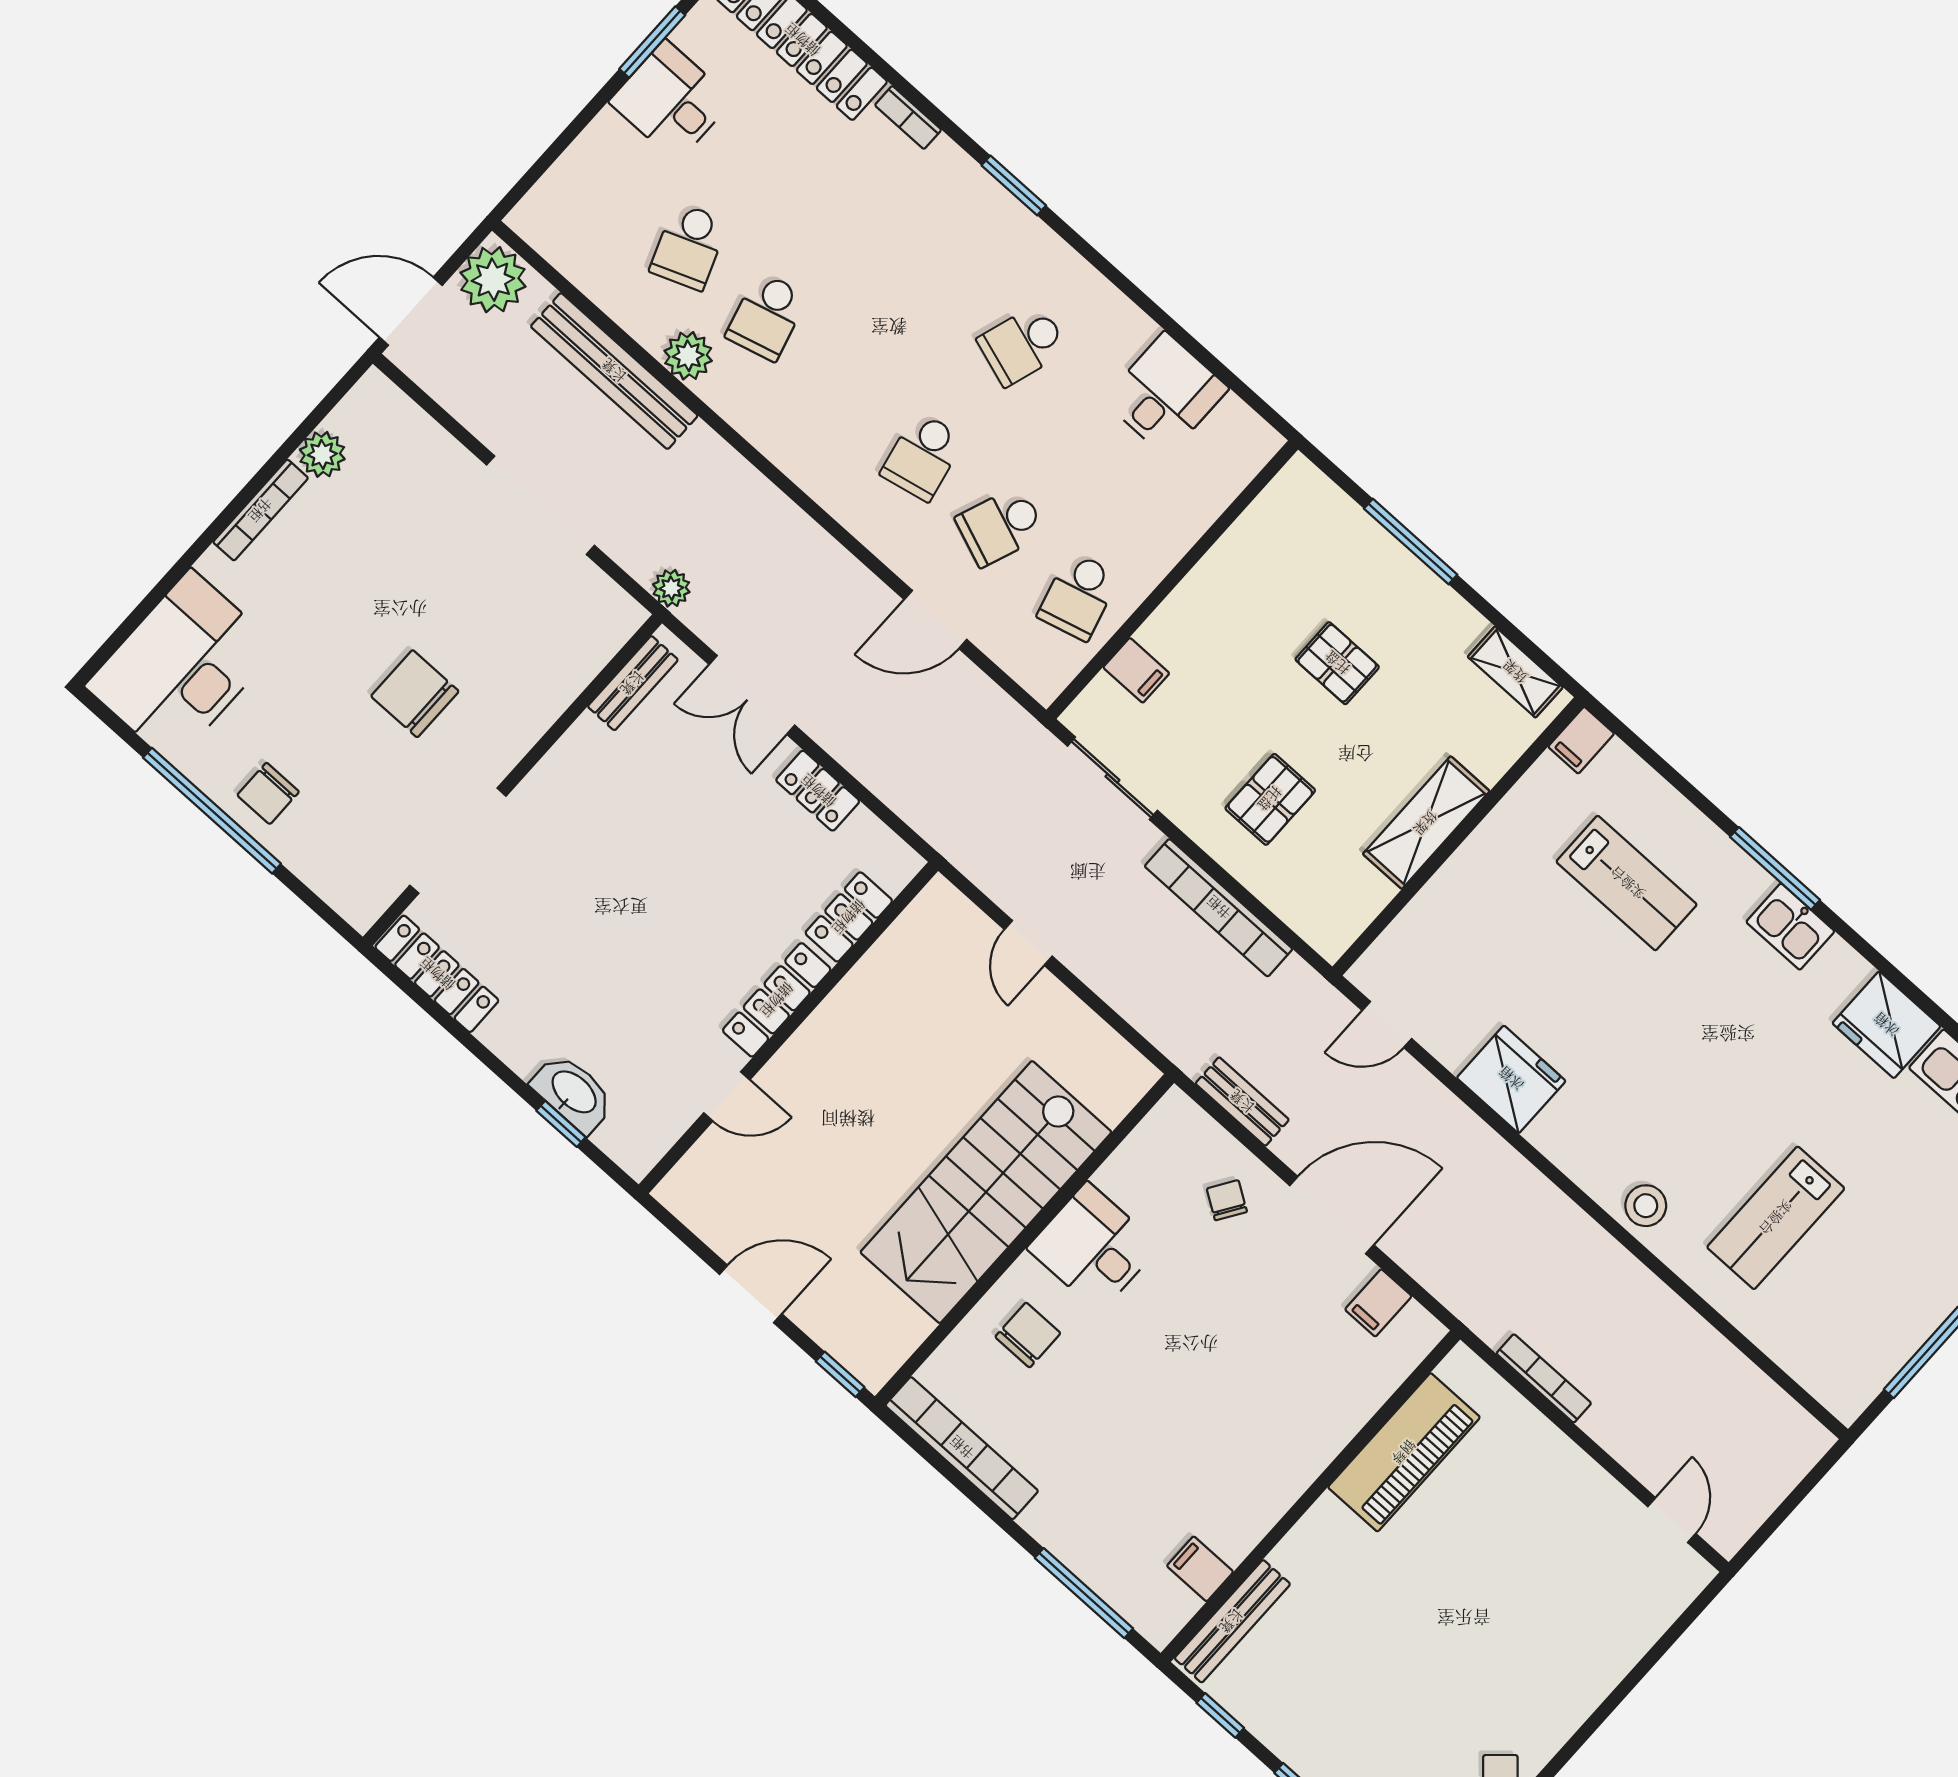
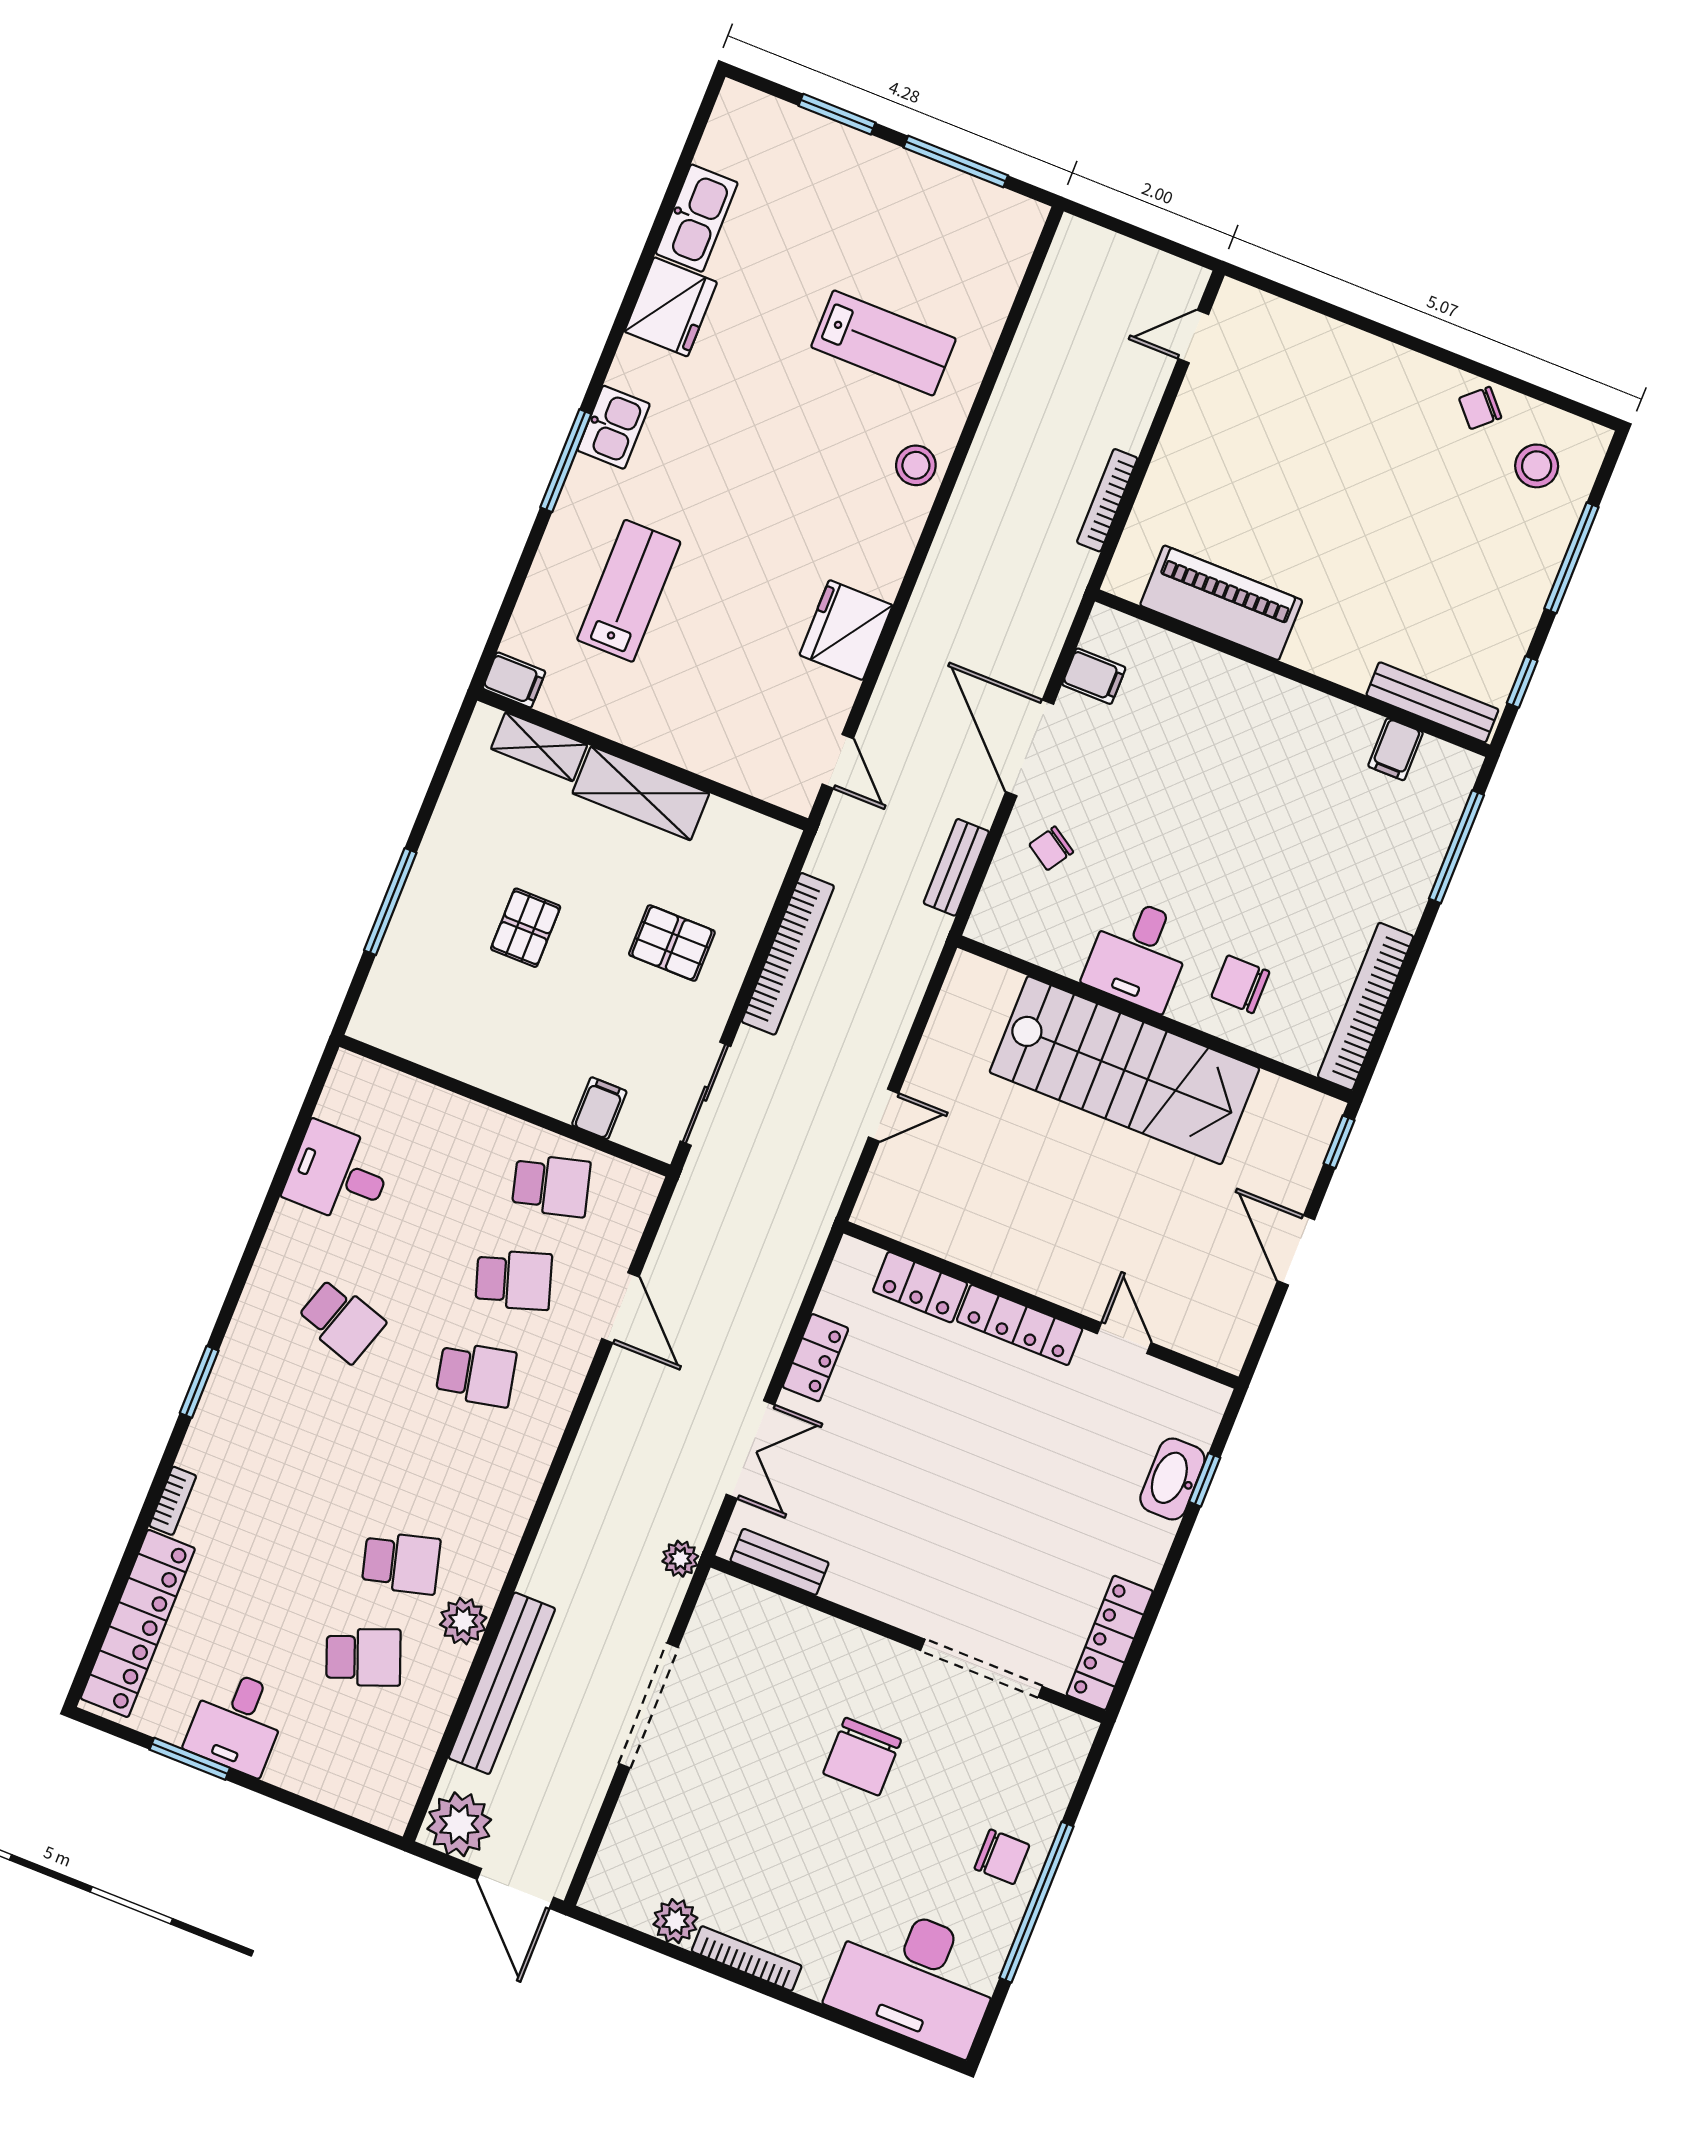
school desk: (1001, 526) -> (514, 1280), turned -39
shelving: (1515, 672) -> (539, 747), moved, turned 90

